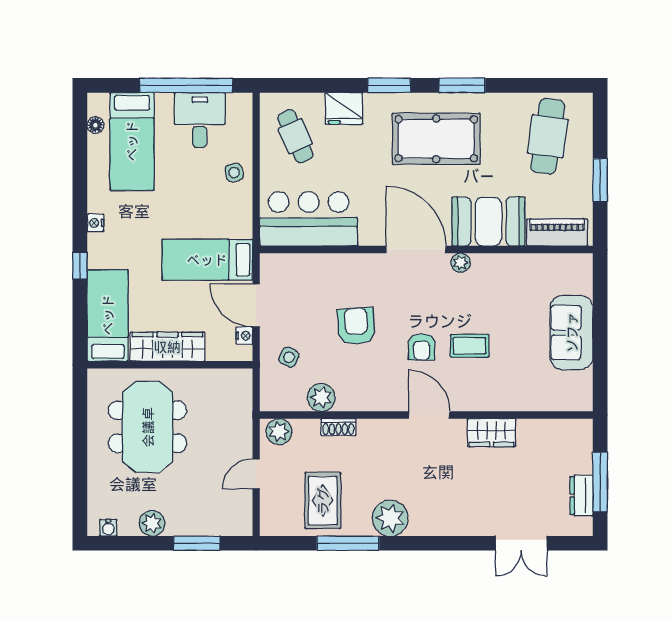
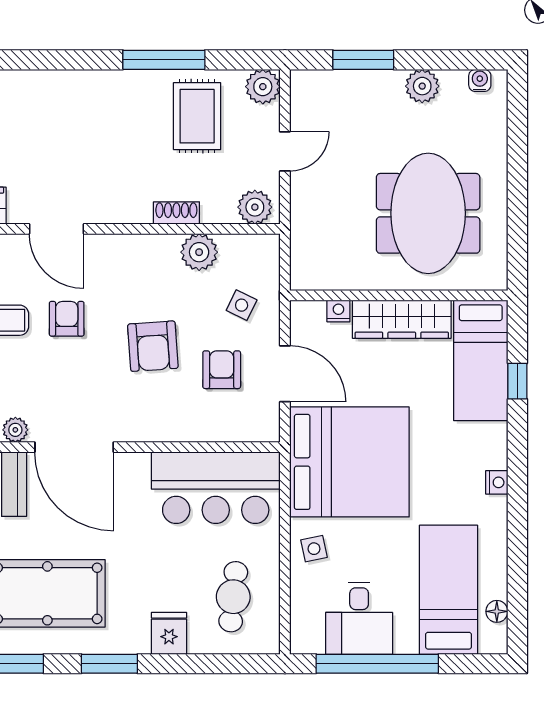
fridge: (344, 108) -> (169, 633), width x0.72
cafe table: (295, 136) -> (233, 597), turned 30
bed: (207, 260) -> (349, 462), width x2.04
window: (80, 266) -> (517, 381), moved
armchair: (304, 308) -> (222, 370), added
nightstand: (244, 336) -> (338, 311), moved, turned 90
plant: (390, 518) -> (263, 87), moved, width x0.73, depth x0.73

